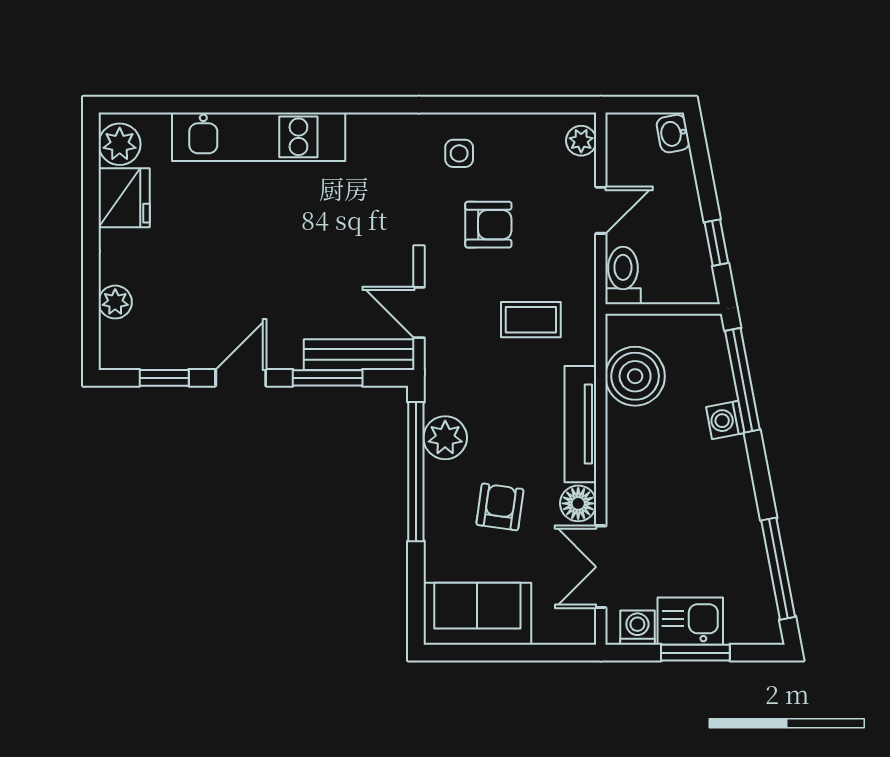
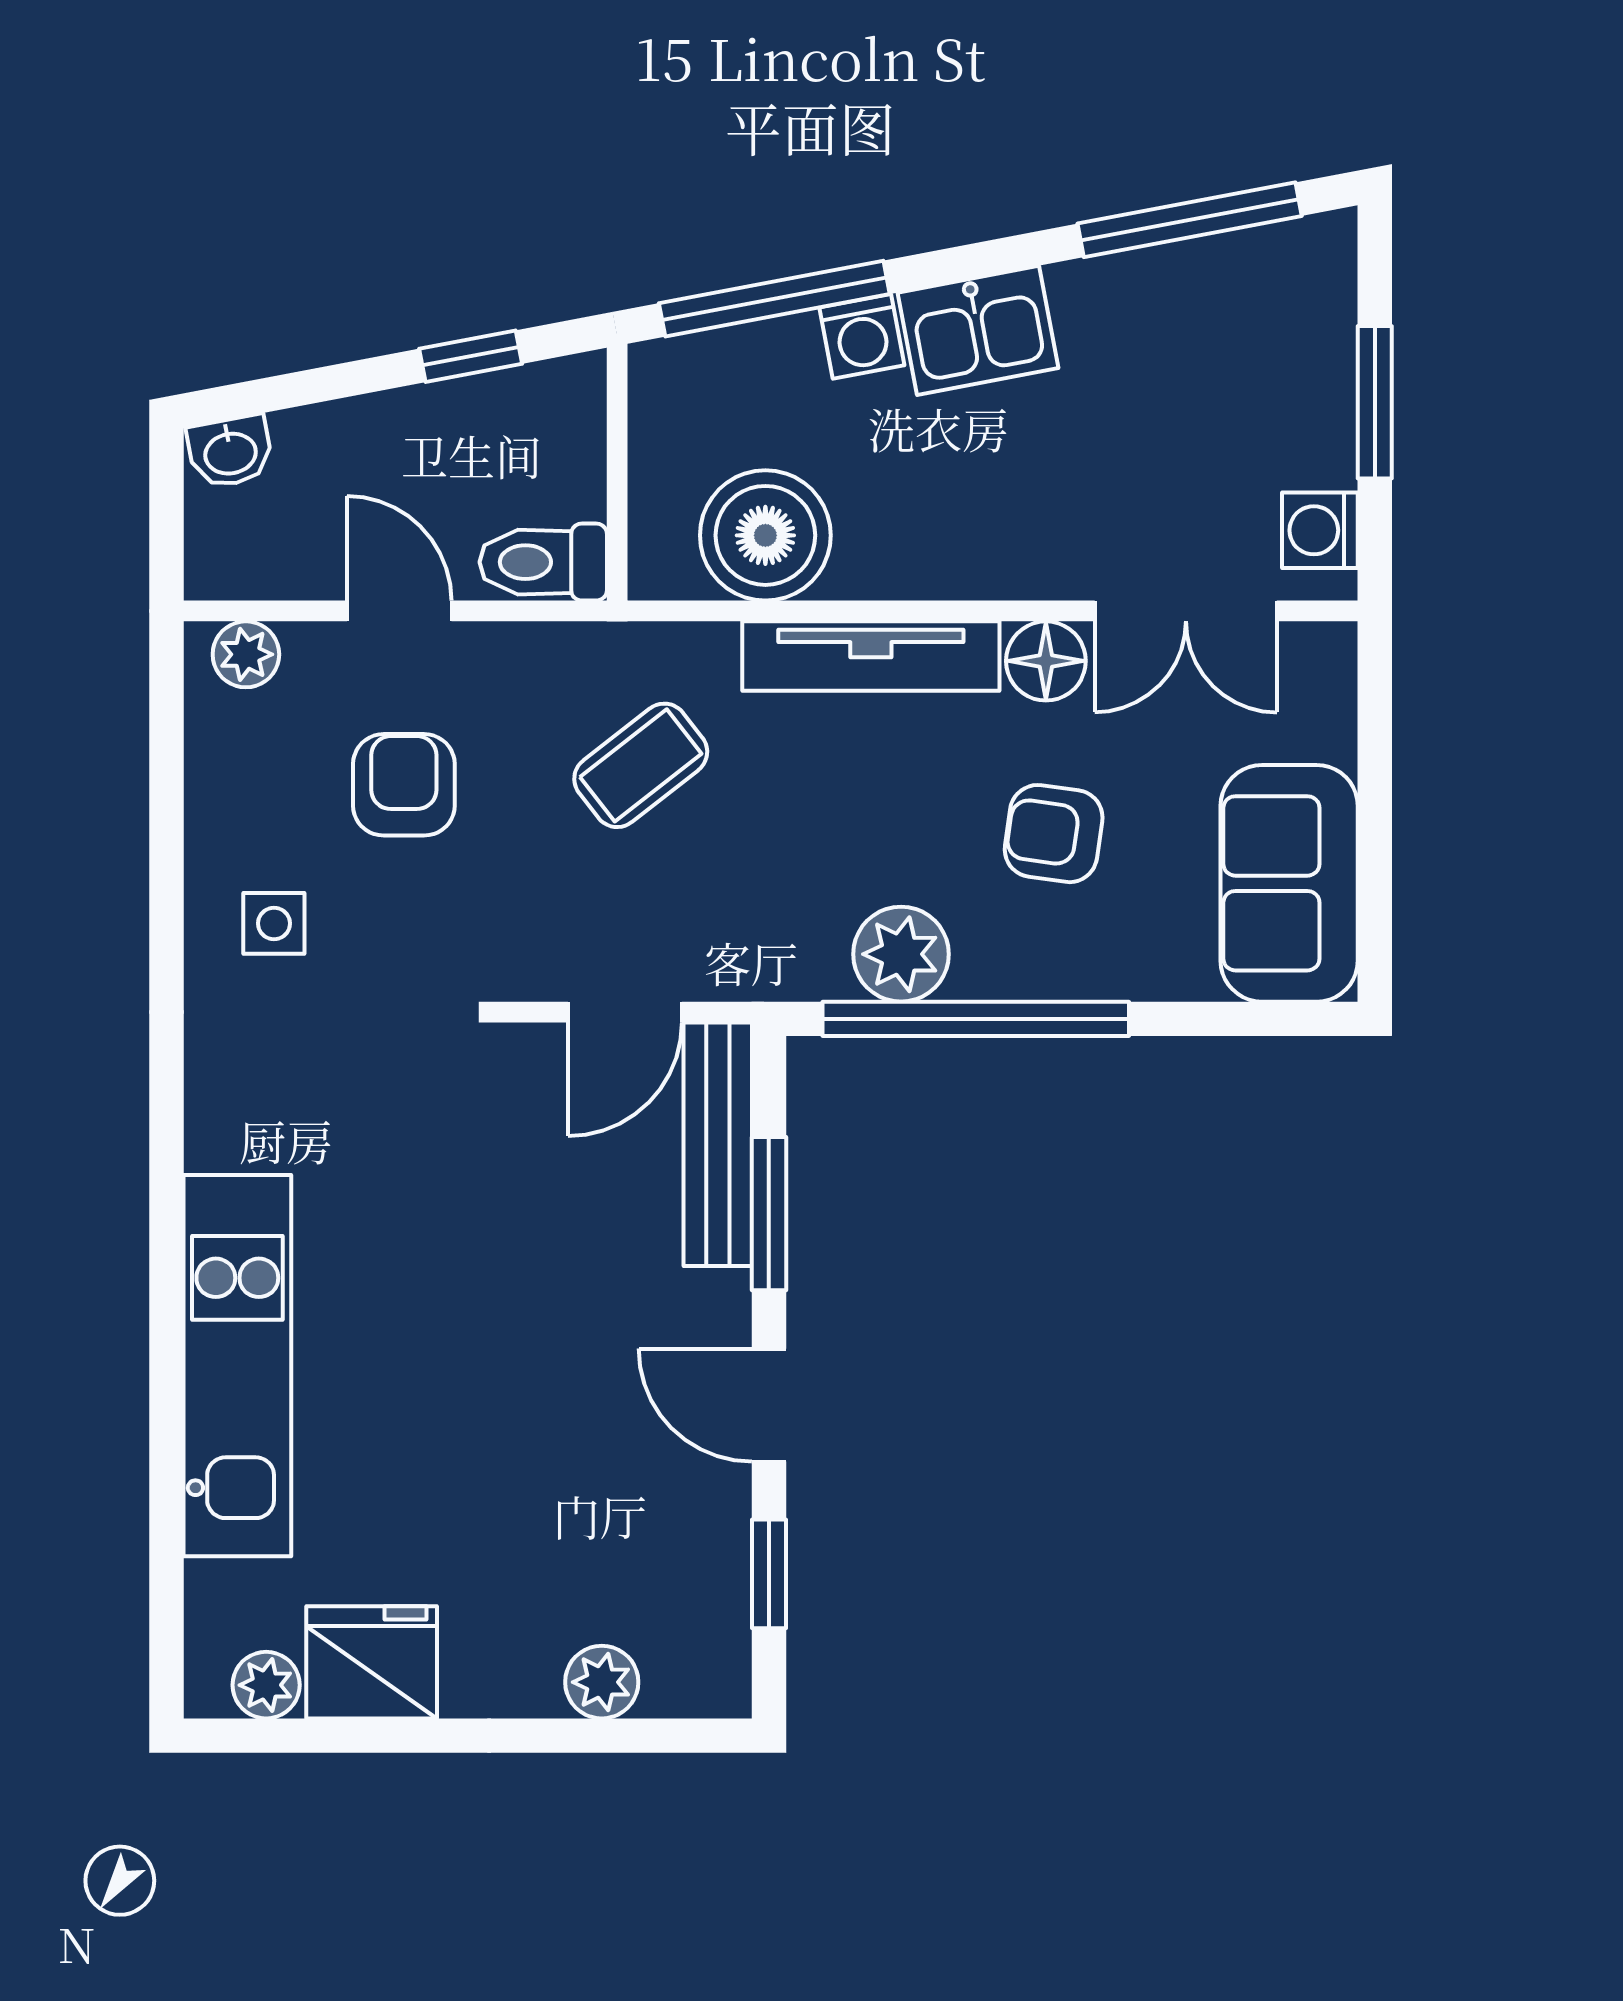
plant: (120, 144) -> (266, 1685), width x0.73, depth x0.73
armchair: (488, 225) -> (404, 785), moved
coffee table: (531, 320) -> (641, 765), turned 52
kitchen sink: (690, 621) -> (978, 330), moved, turned -101

